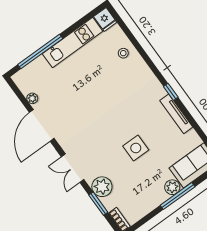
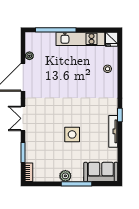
plant: (102, 187) -> (33, 143), removed
plant: (172, 187) -> (65, 176), moved

